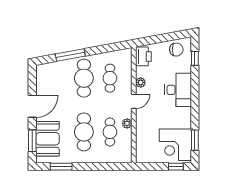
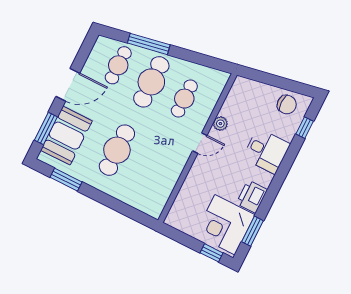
printer: (143, 56) -> (252, 197), moved, turned 180
desk: (178, 90) -> (266, 151), width x0.73
plant: (127, 123) -> (177, 167), removed
cafe table: (110, 132) -> (118, 65), moved

